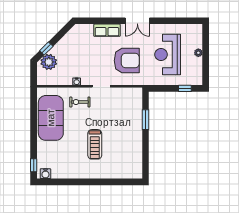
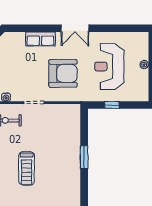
window: (185, 88) -> (112, 105), moved
window: (145, 120) -> (84, 157), moved

